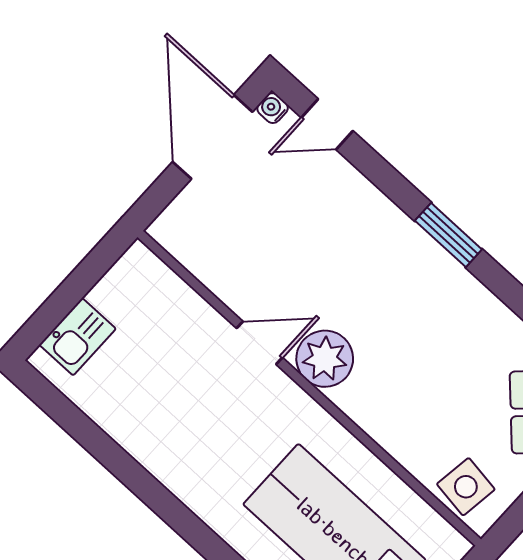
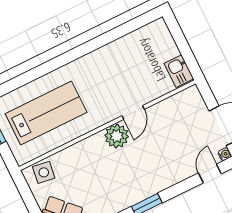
kitchen sink: (78, 337) -> (179, 71), moved

